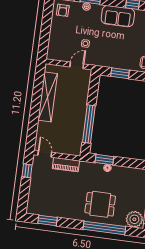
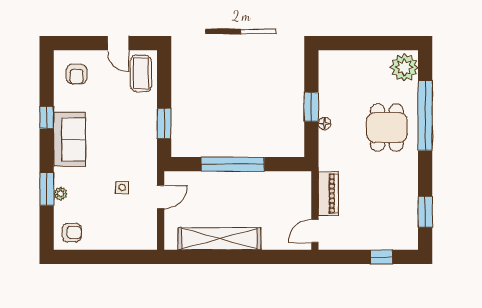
door: (77, 65) -> (161, 197), swing flipped
window: (89, 124) -> (233, 164), moved
window: (104, 160) -> (311, 107), moved
window: (27, 171) -> (381, 257), moved

